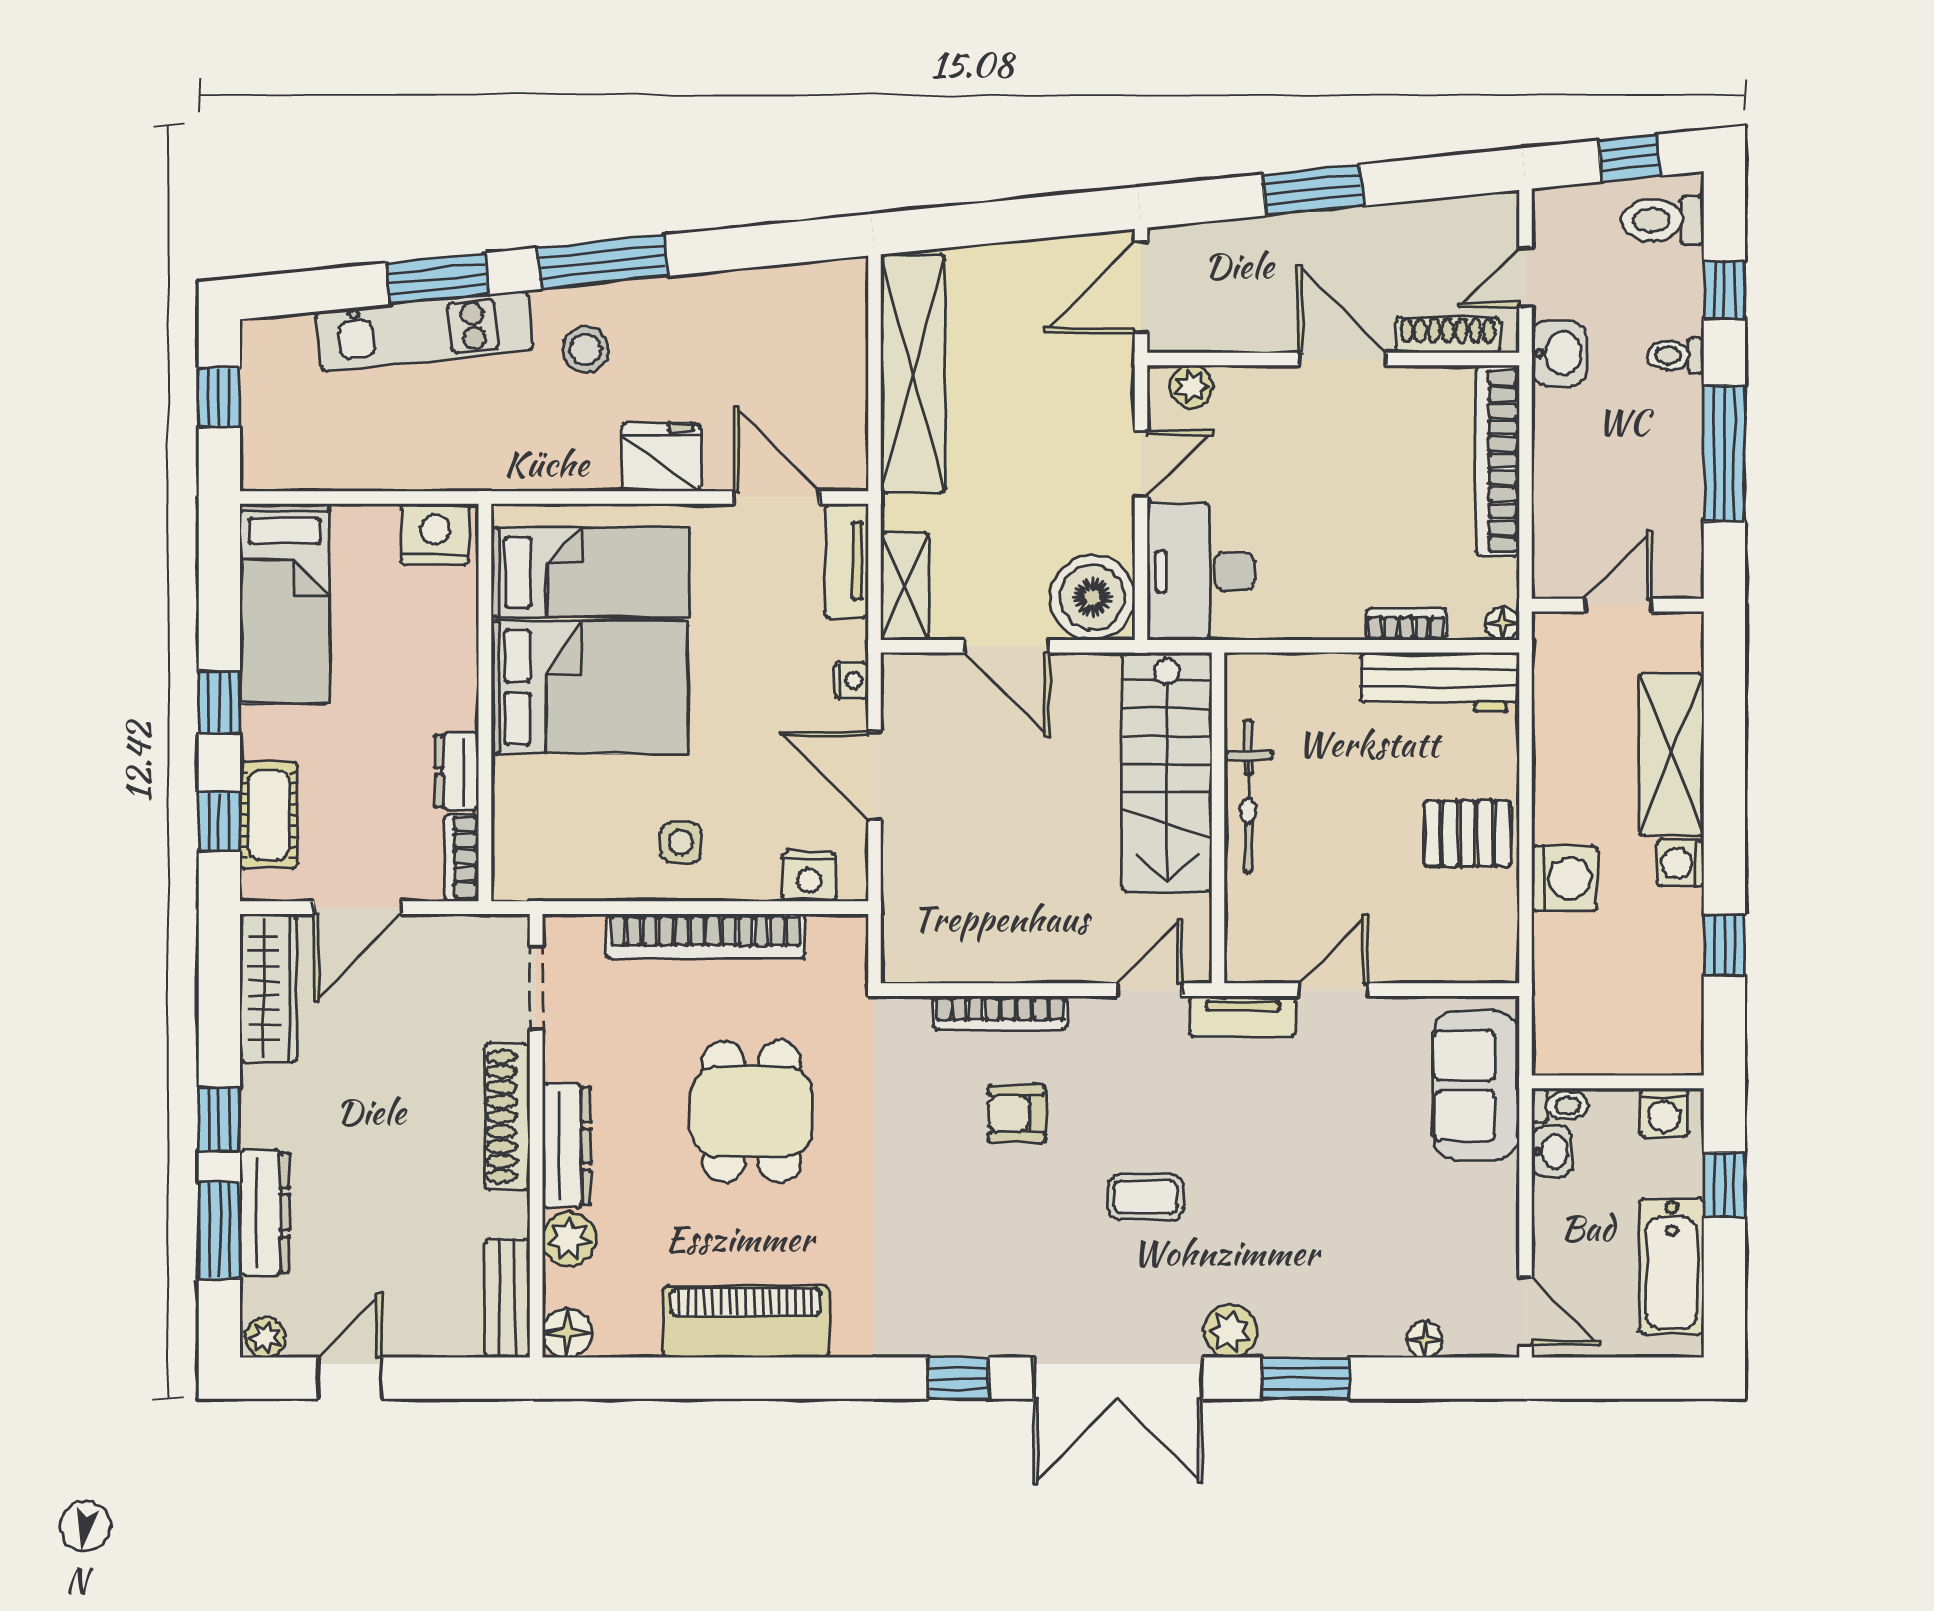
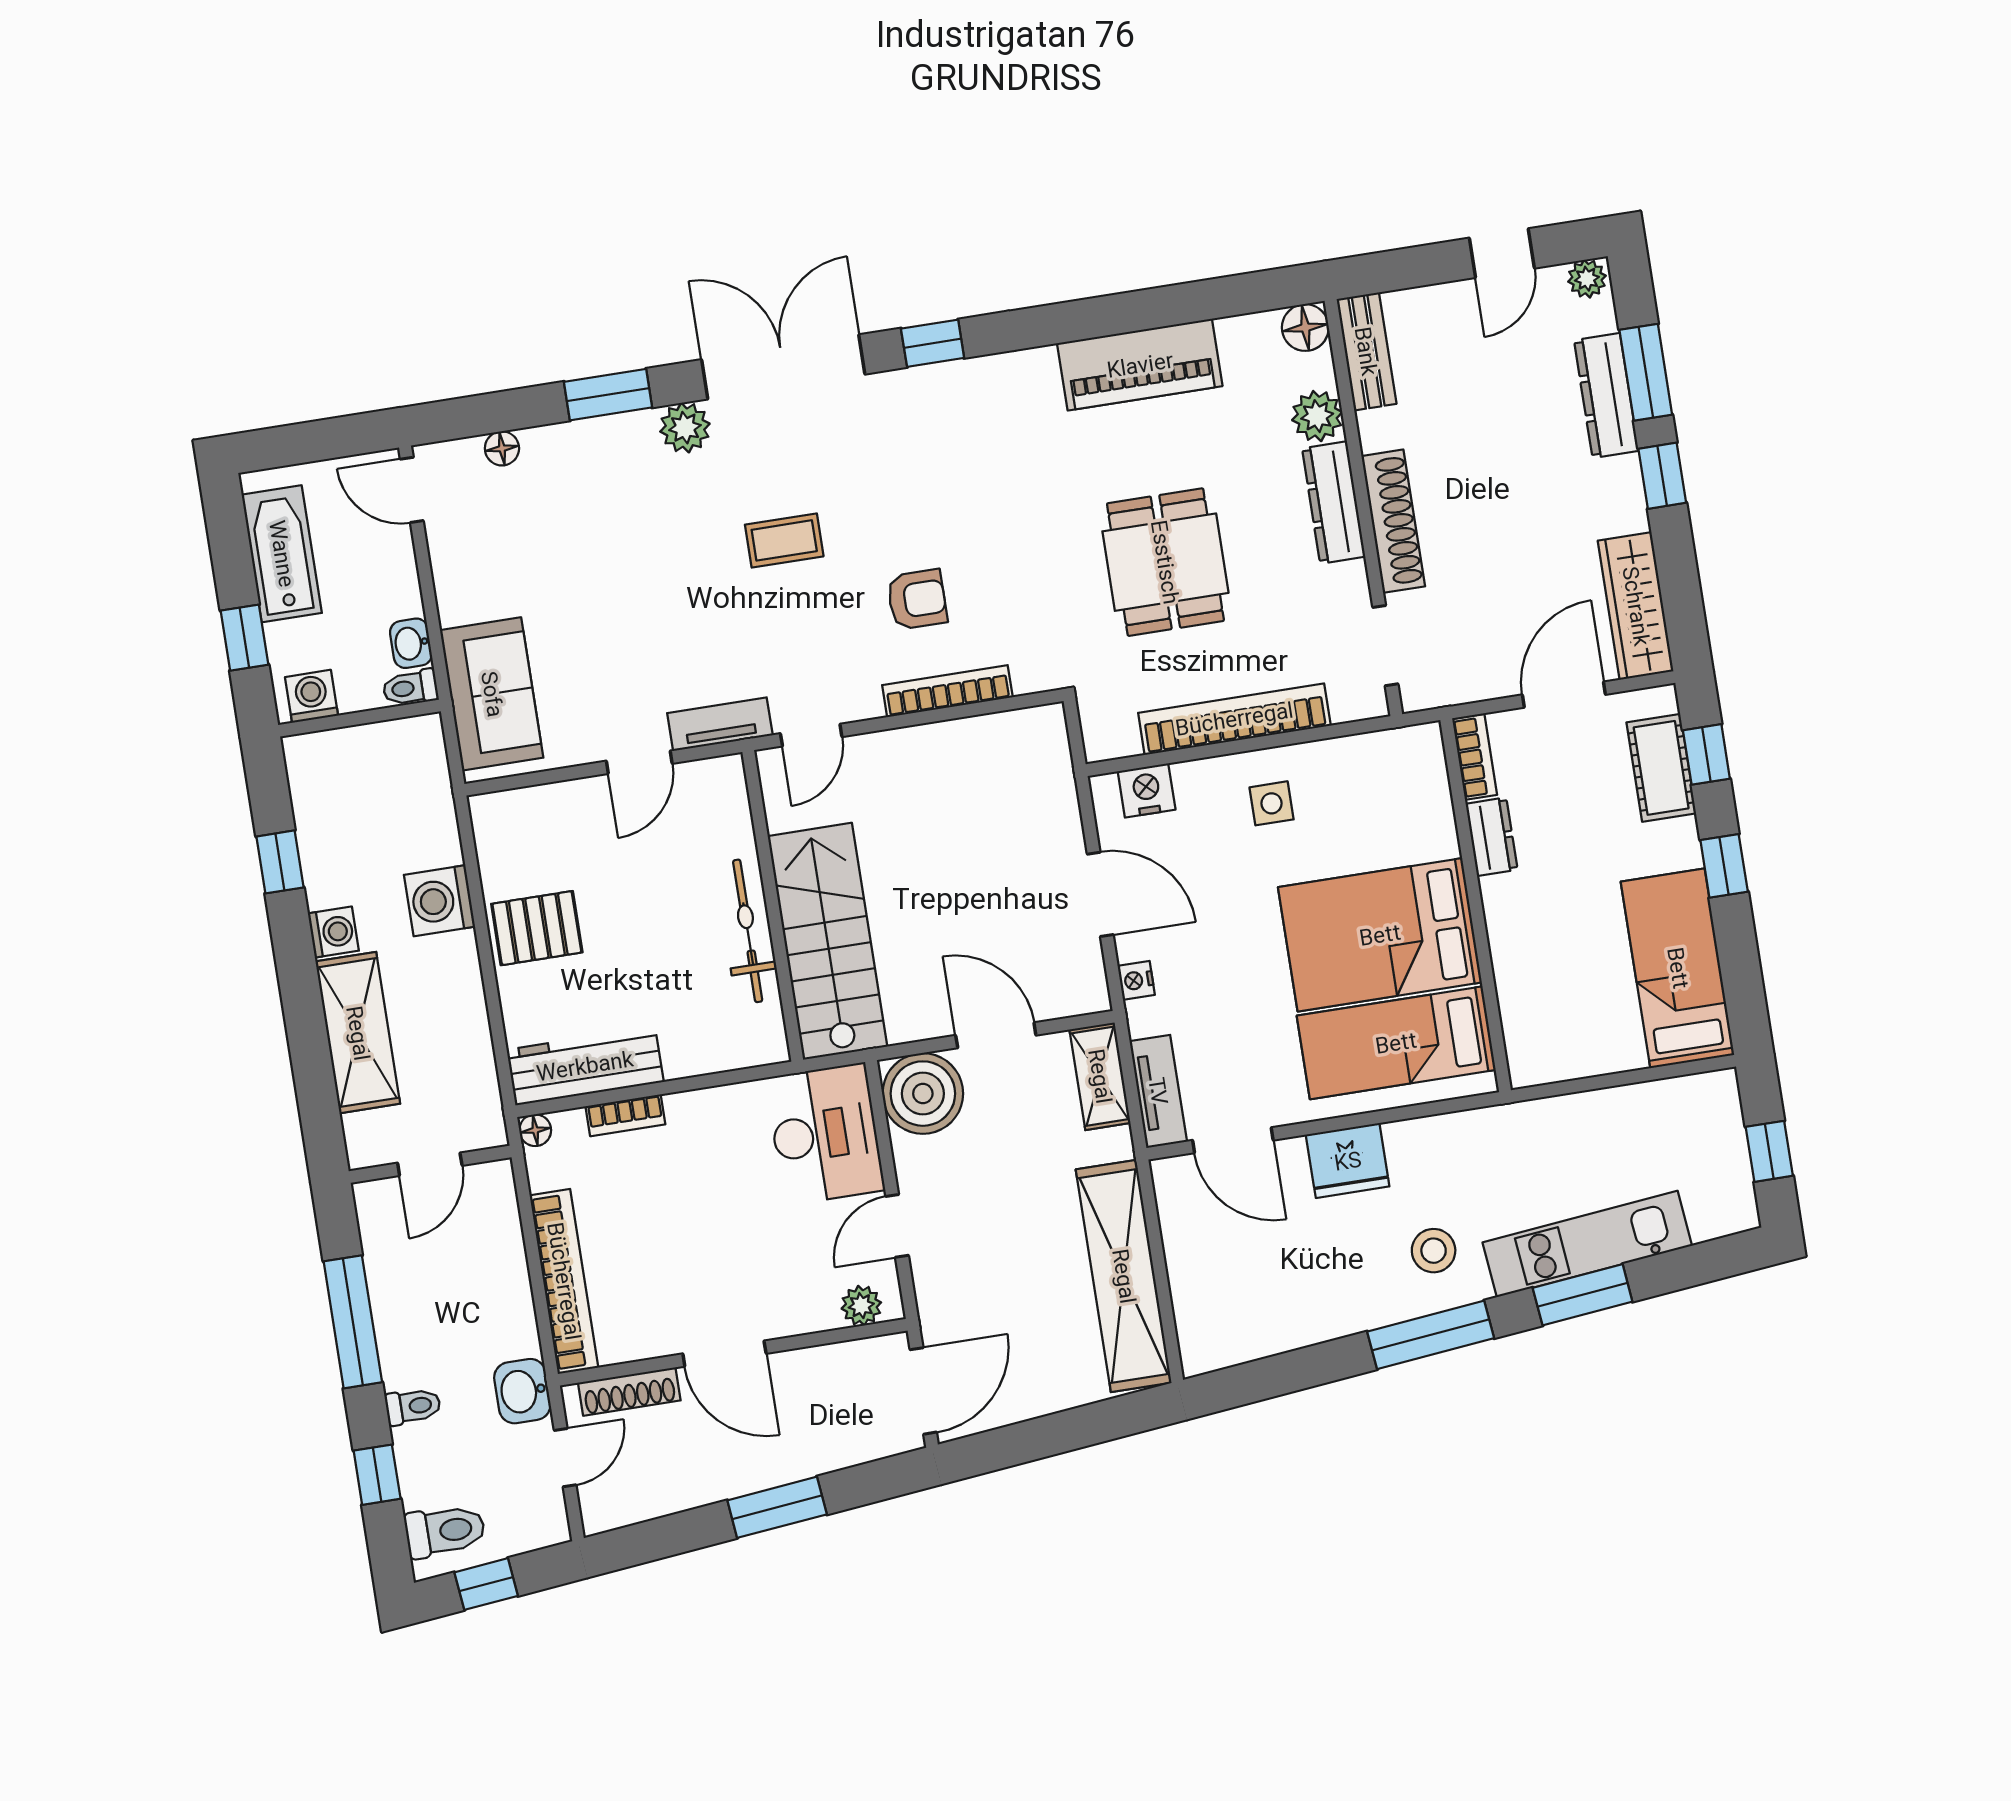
nightstand: (435, 534) -> (1547, 1055), removed

